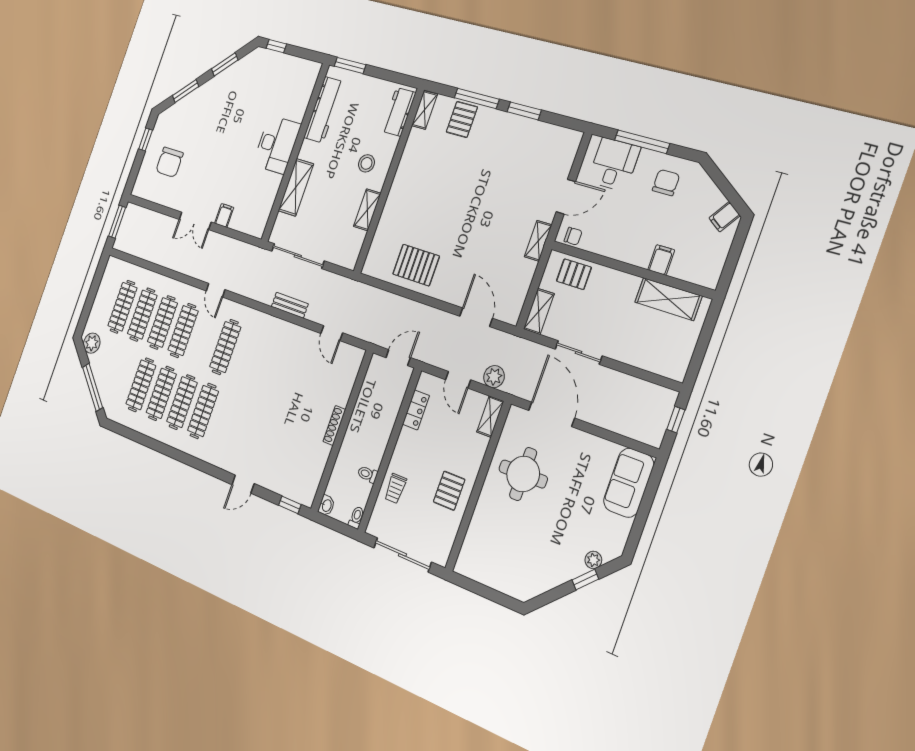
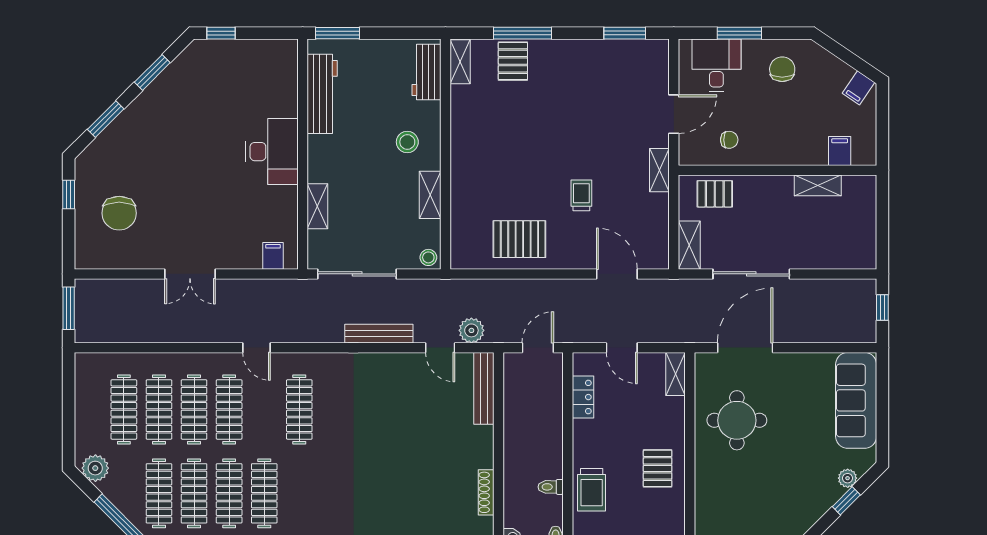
window: (524, 111) -> (625, 33), moved
window: (642, 142) -> (739, 33), width x0.69
shelving: (296, 187) -> (317, 206), width x0.67, depth x0.75
filing cabinet: (224, 215) -> (273, 256), moved
chair: (573, 236) -> (729, 140), moved
trolley: (473, 244) -> (581, 195), added
stool: (349, 259) -> (428, 257), added
filing cabinet: (661, 260) -> (840, 151), moved
shelving: (668, 299) -> (818, 185), width x0.67, depth x0.75
bench: (290, 305) -> (379, 334), width x1.36
sliding door: (578, 352) -> (751, 274), width x1.37
bench: (350, 376) -> (484, 388), added
plant: (494, 377) -> (471, 330), moved
clothes rail: (203, 411) -> (159, 493), moved
door: (551, 414) -> (745, 348), hinge flipped
shoe rack: (334, 426) -> (486, 492), moved
sofa: (629, 483) -> (856, 400), width x1.36
trolley: (395, 489) -> (592, 490), width x1.36, depth x1.39

